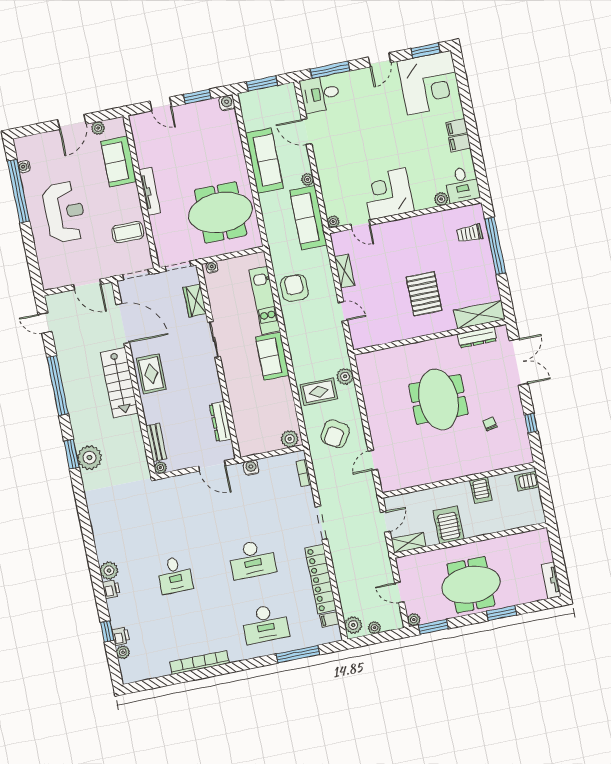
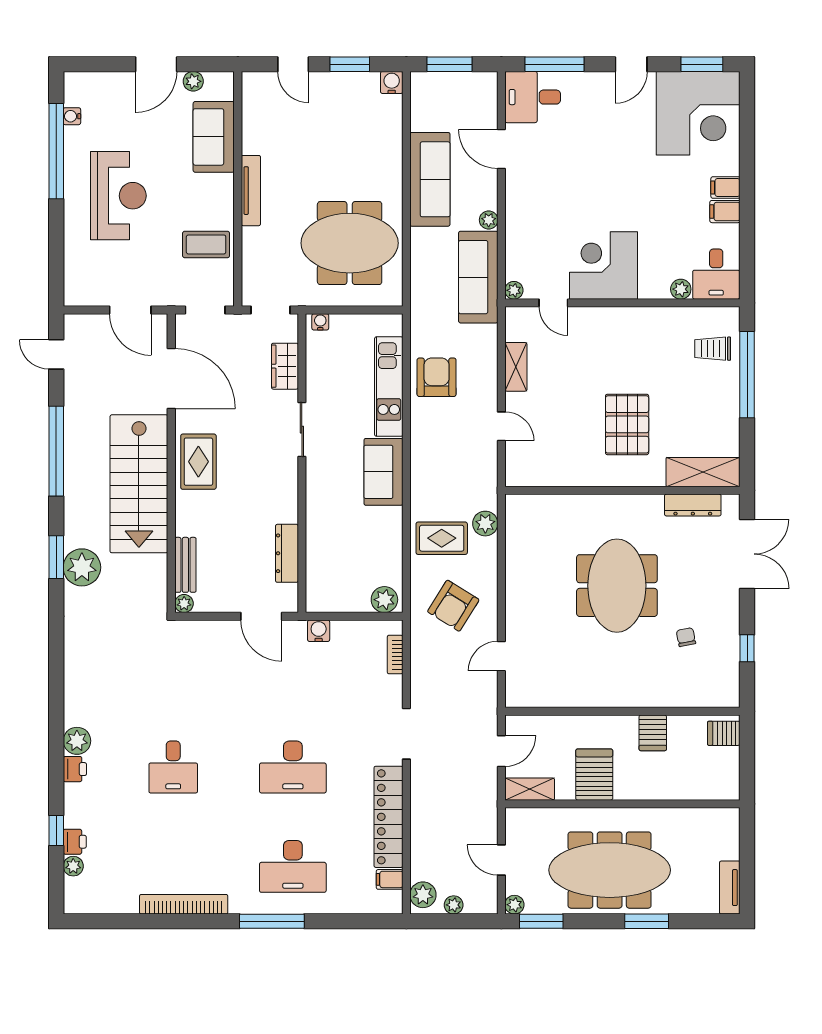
stairs: (119, 383) -> (139, 484), width x1.36, depth x1.51
meeting table: (471, 585) -> (610, 870), width x1.36
window: (298, 654) -> (272, 921), moved

